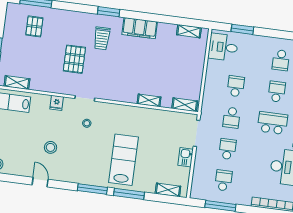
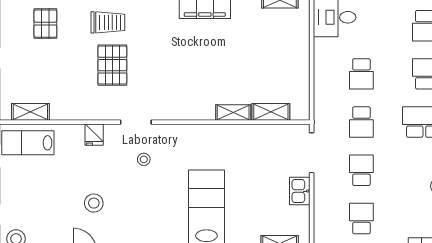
trolley: (102, 38) -> (108, 22), moved, turned -90
school desk: (236, 86) -> (361, 74), turned 180
shelving: (185, 105) -> (271, 112), moved

